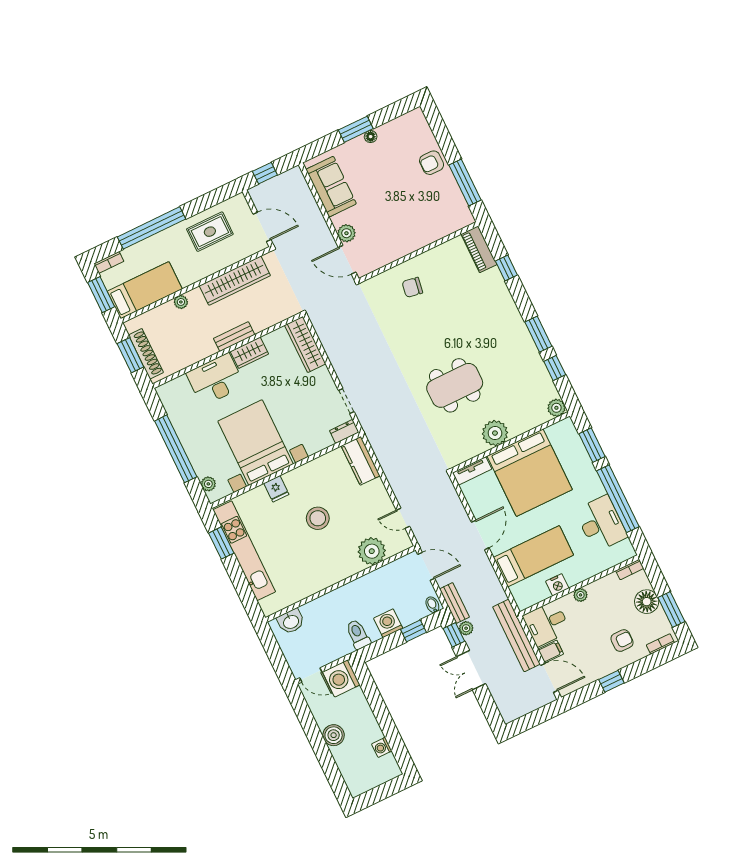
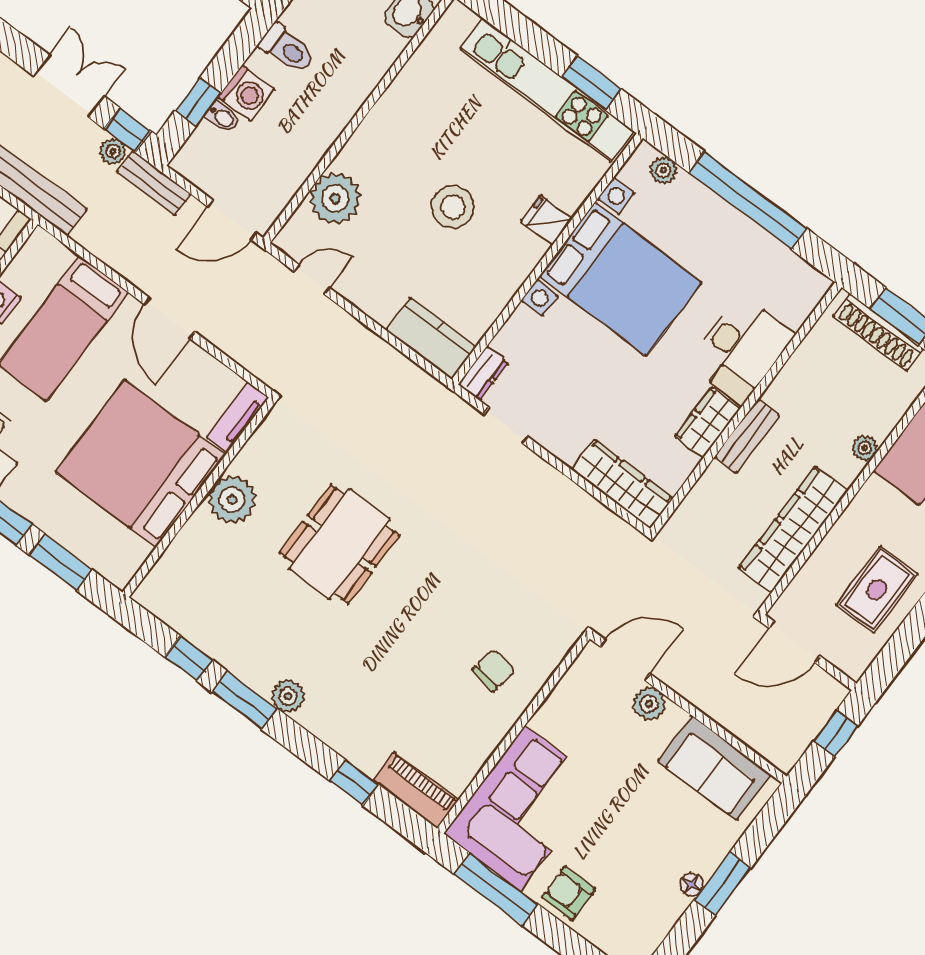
armchair: (432, 163) -> (568, 893), turned -90
corner sofa: (433, 214) -> (522, 808), added
plant: (556, 408) -> (288, 696), moved
bidet: (432, 605) -> (222, 117), moved

